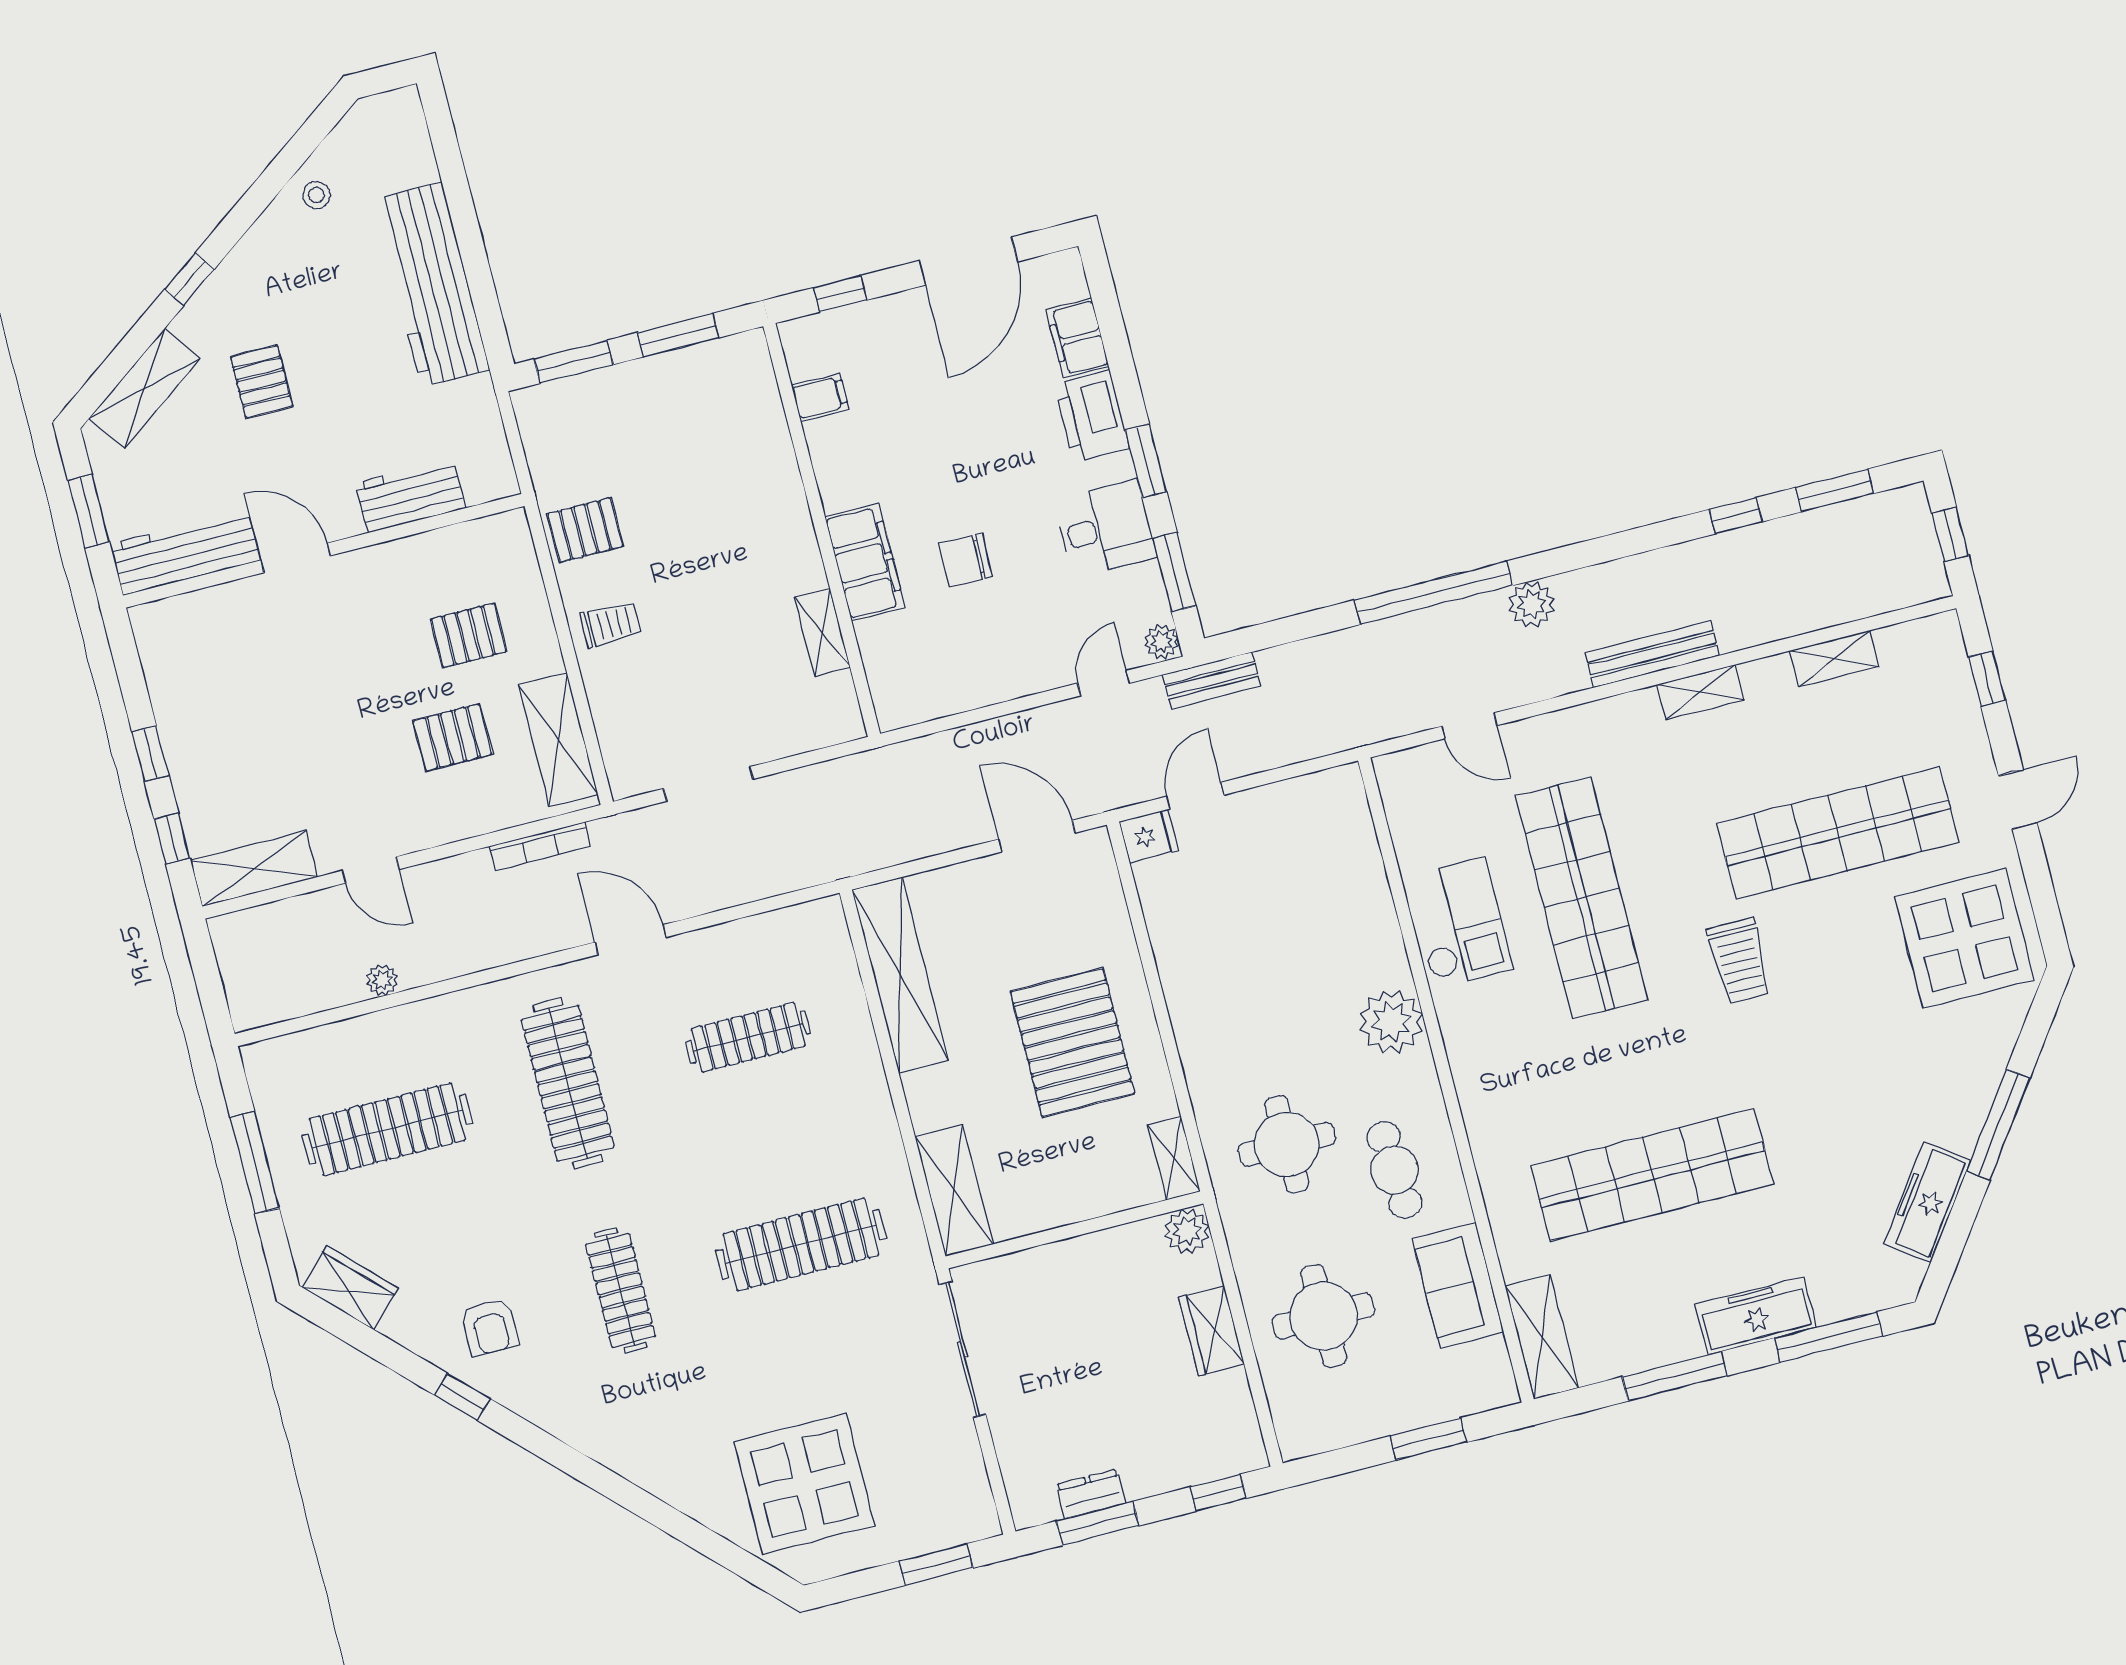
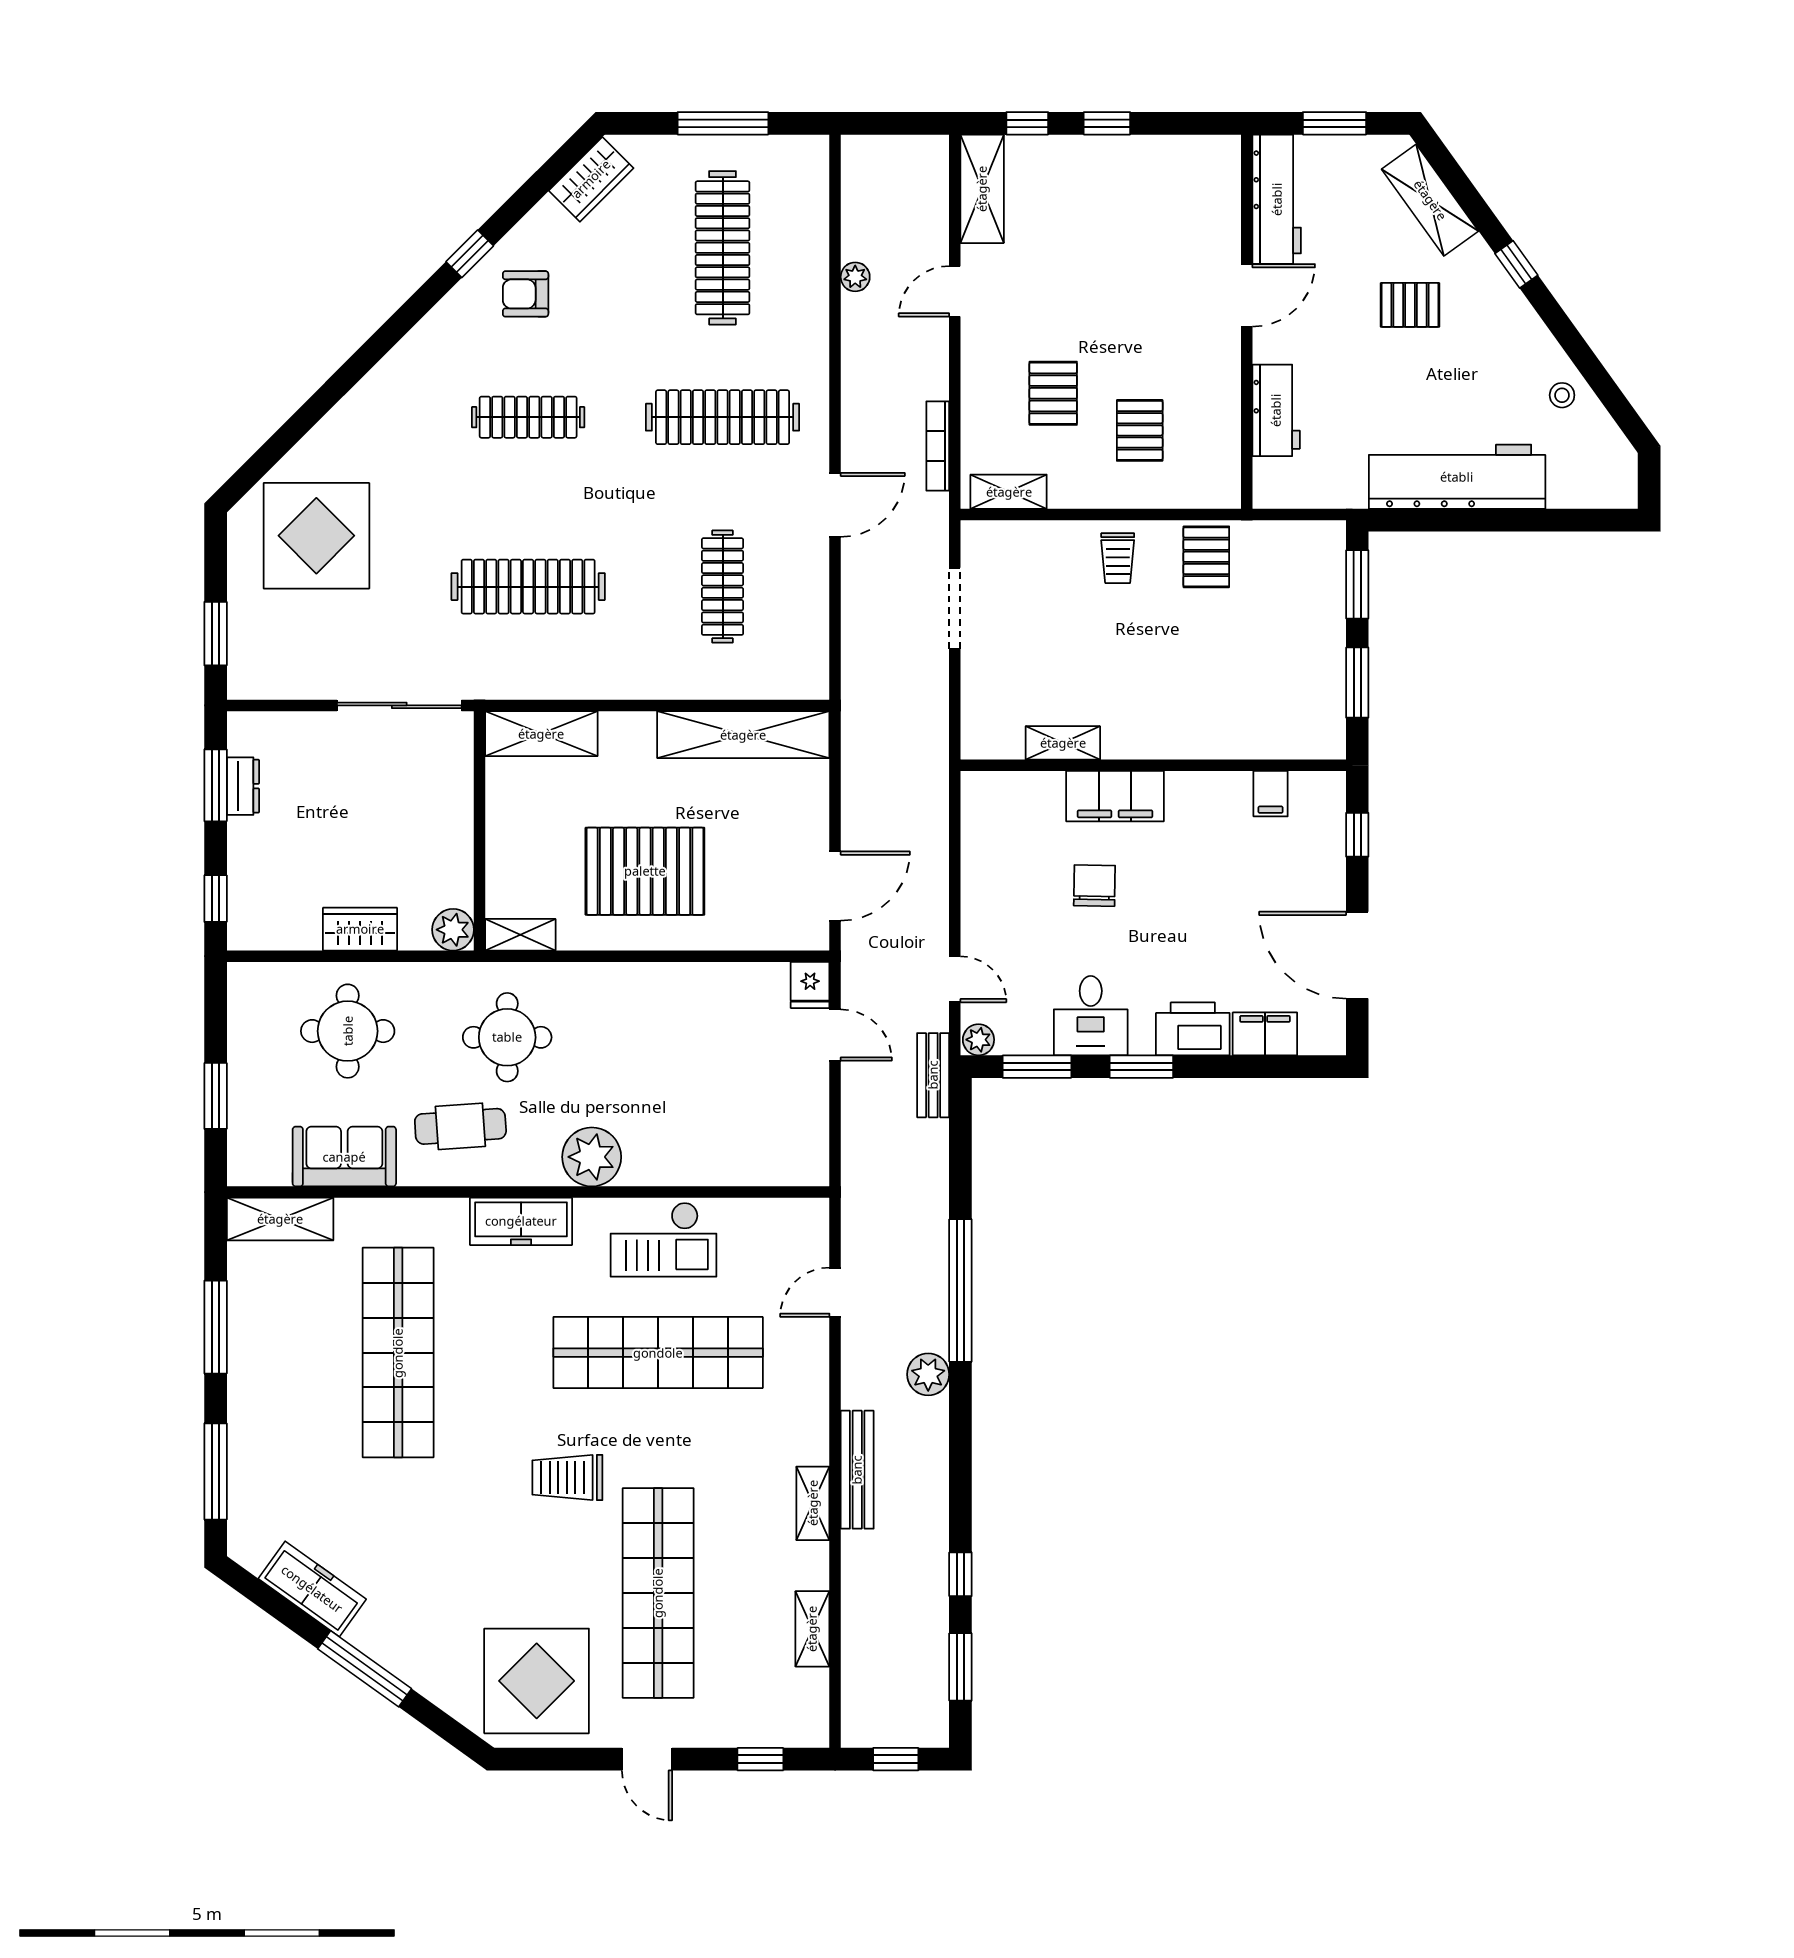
shelving: (558, 740) -> (1009, 492), width x0.67, depth x0.75
clothes rail: (801, 1244) -> (528, 587), turned 90
freezer: (1756, 1316) -> (521, 1221), moved, turned 90

